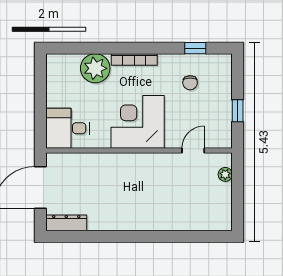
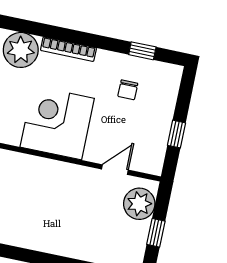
plant: (225, 174) -> (139, 204), width x1.87, depth x1.87
window: (238, 195) -> (156, 233), added

